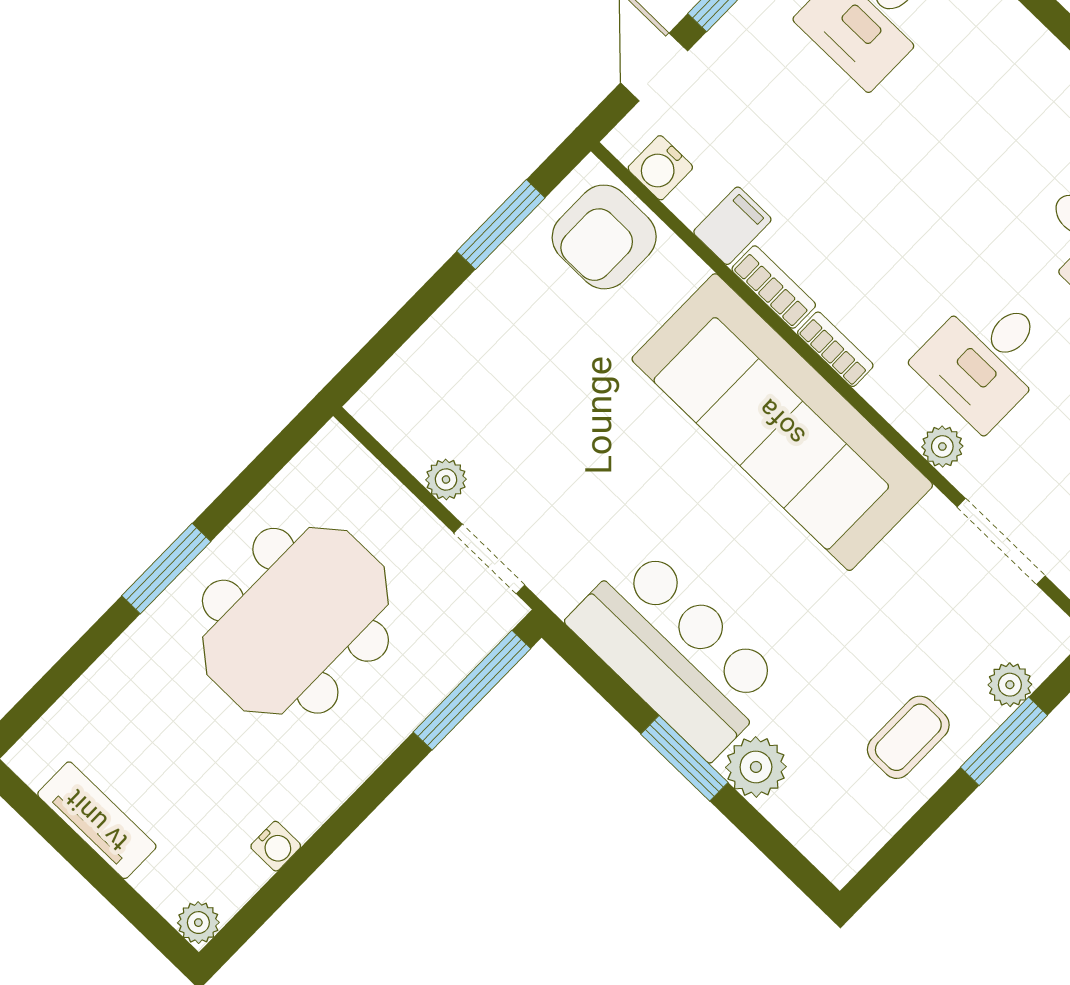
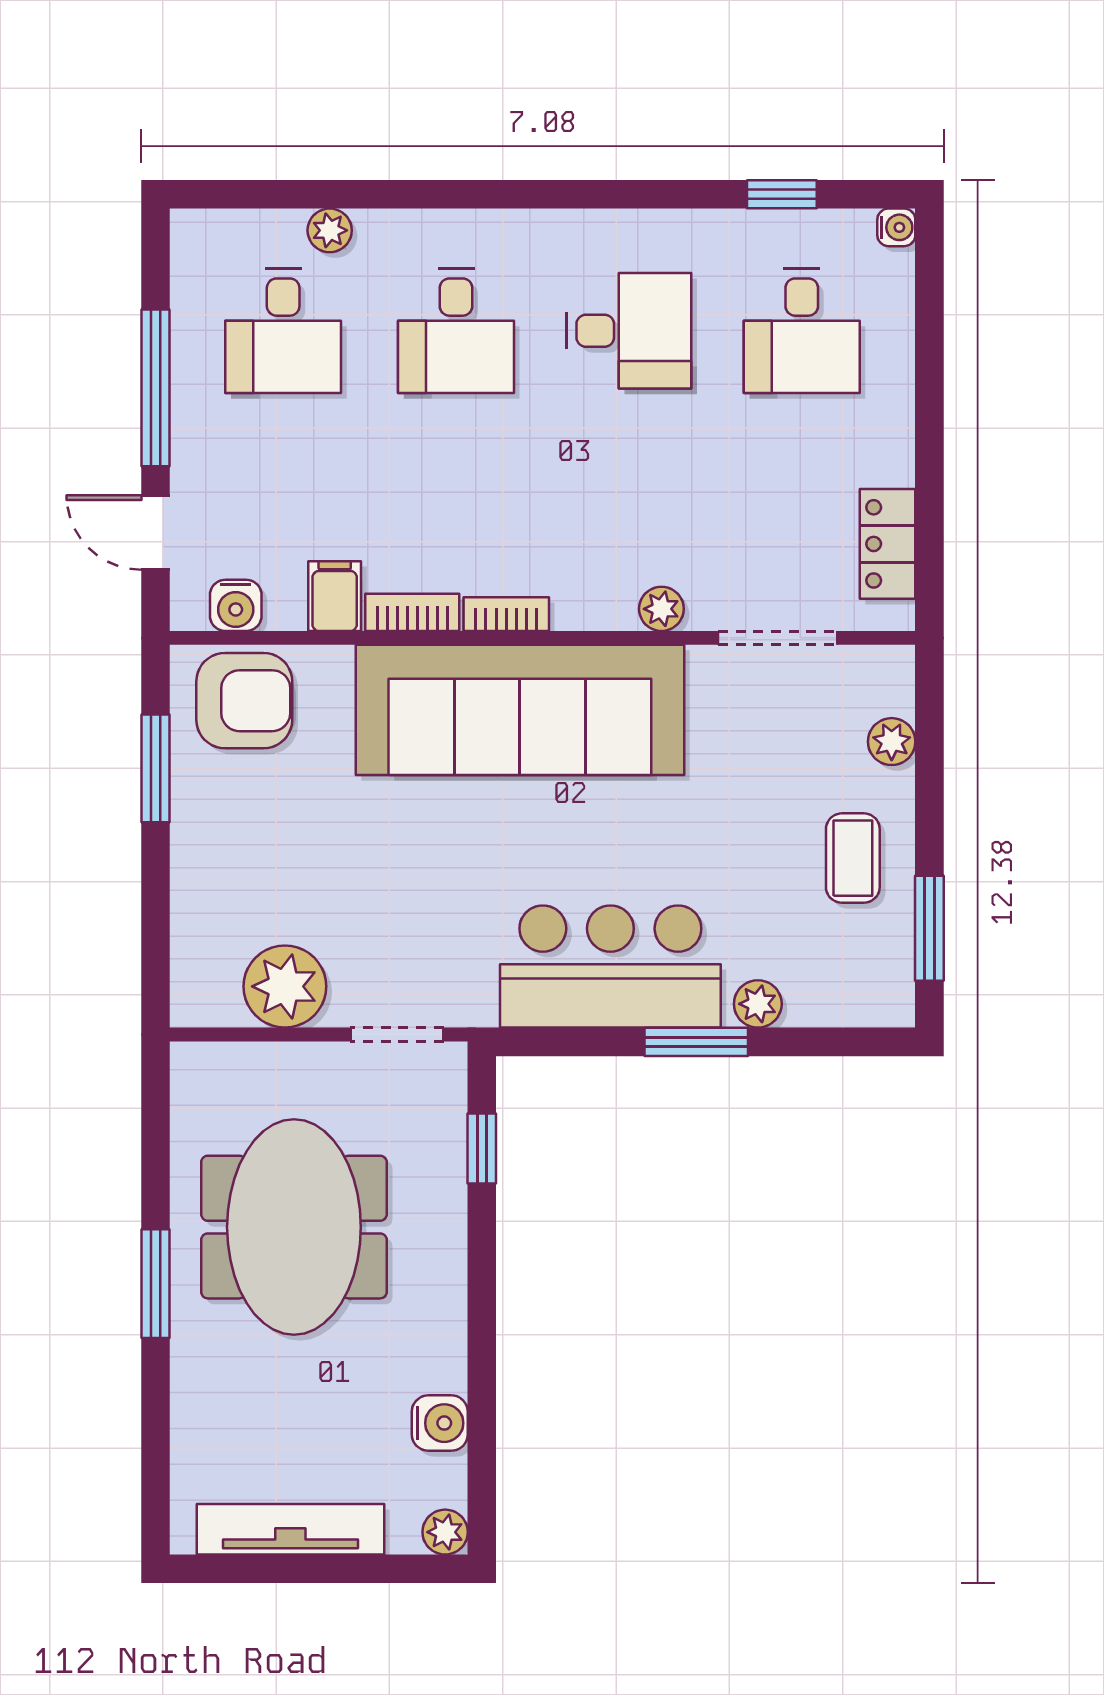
armchair: (604, 237) -> (244, 701), turned -90
desk: (986, 359) -> (456, 331), moved
plant: (446, 480) -> (285, 986), width x1.88, depth x1.88
window: (472, 690) -> (482, 1148), width x0.46
window: (1004, 741) -> (929, 928), moved
plant: (756, 767) -> (758, 1004), width x0.73, depth x0.73
tv unit: (97, 820) -> (290, 1529), width x1.41
water cooler: (276, 846) -> (440, 1423), width x1.38, depth x1.38

